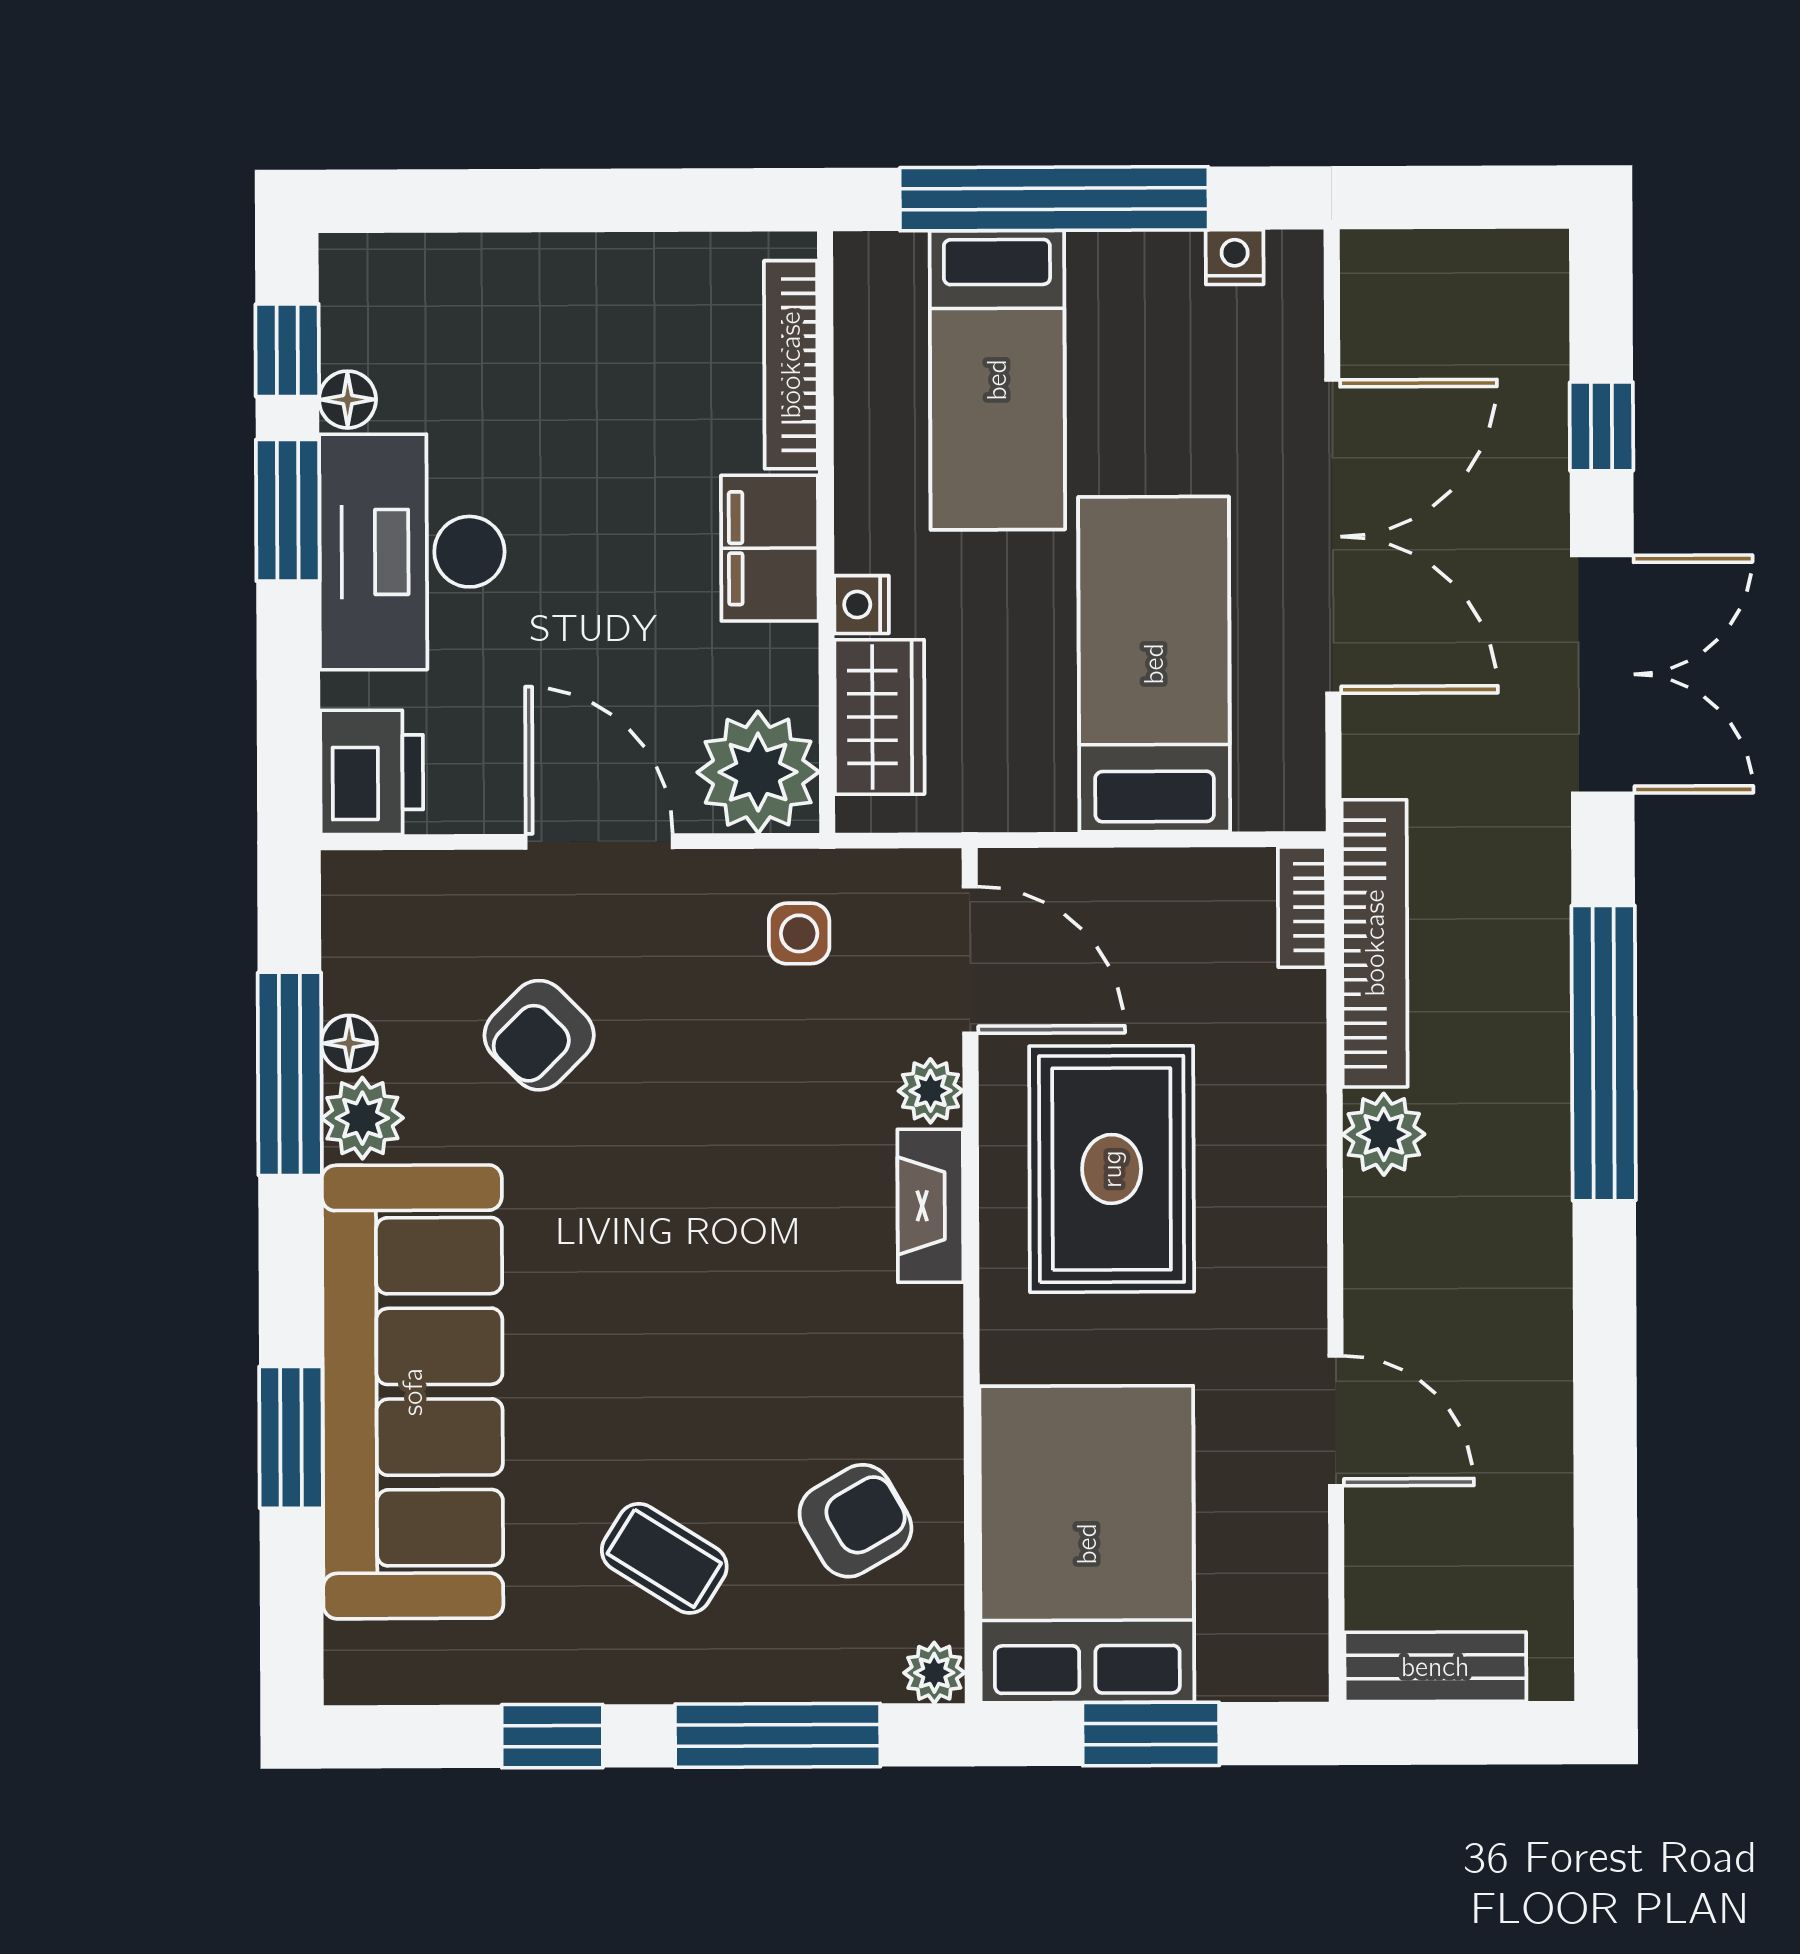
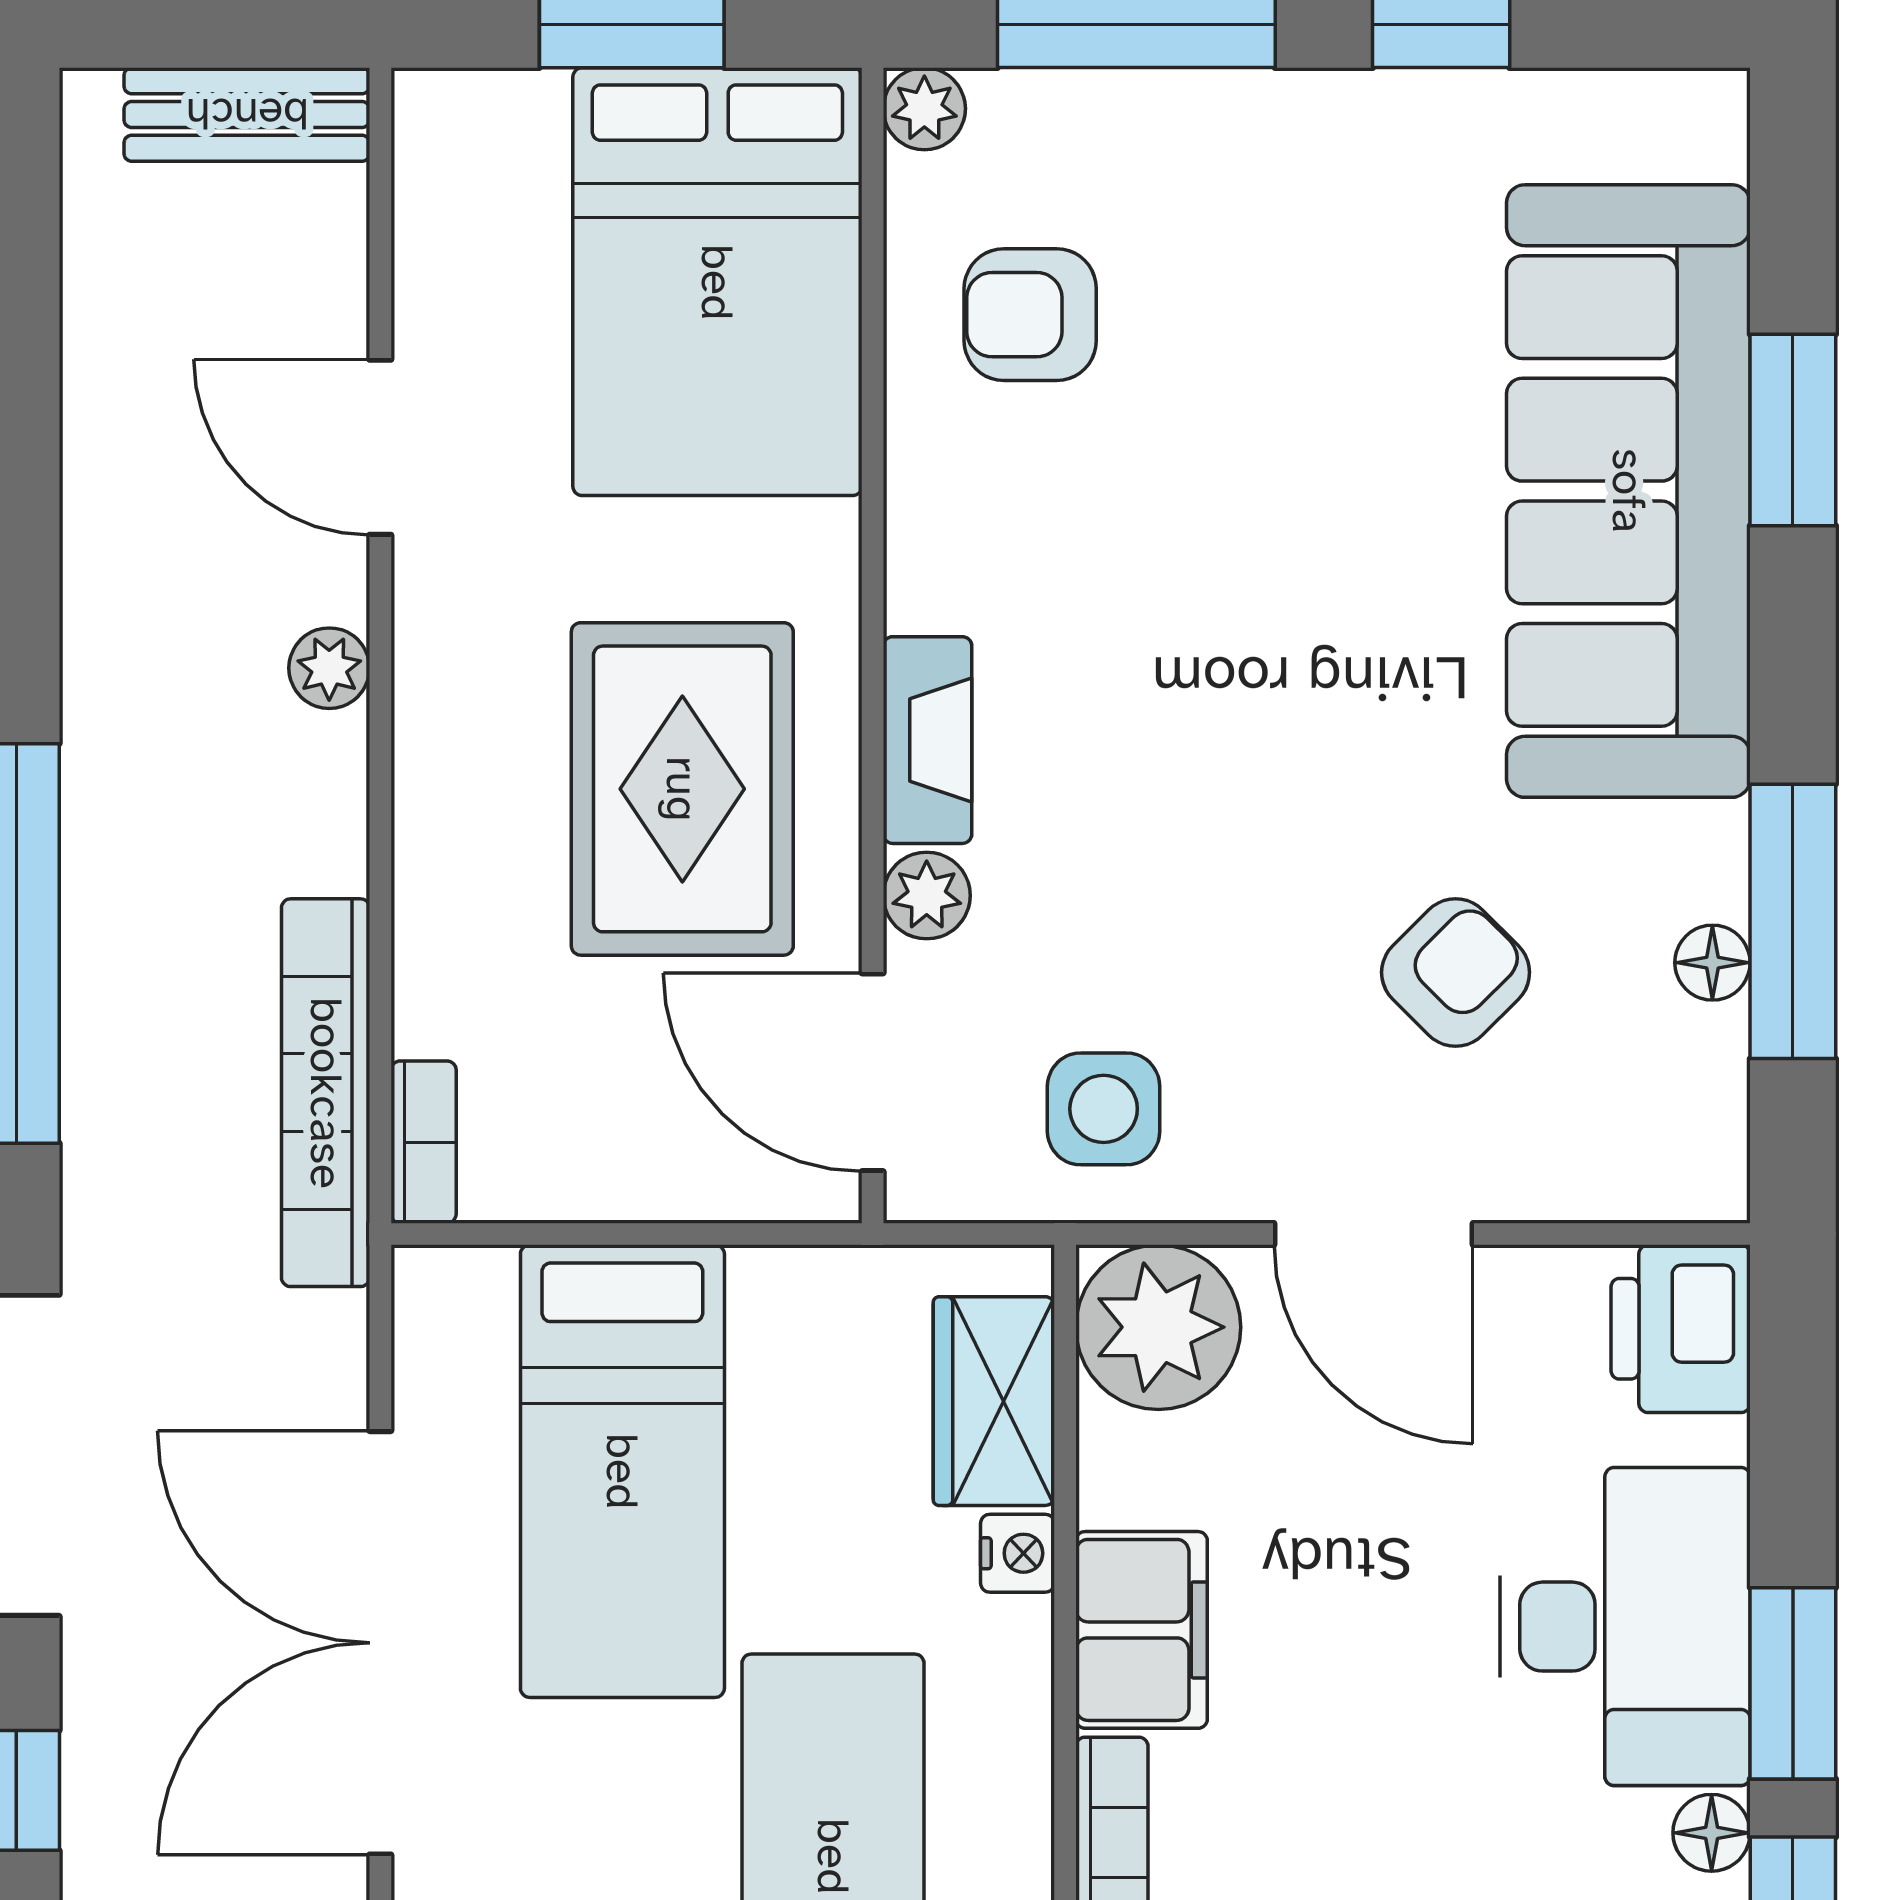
side table: (799, 933) -> (1104, 1109), width x1.37, depth x1.37
plant: (362, 1118) -> (1695, 861), removed
plant: (1384, 1134) -> (329, 668), moved, width x0.73, depth x0.73
armchair: (855, 1521) -> (1030, 315), turned 30
coffee table: (664, 1558) -> (1289, 265), removed

